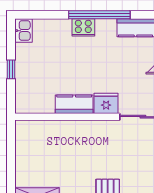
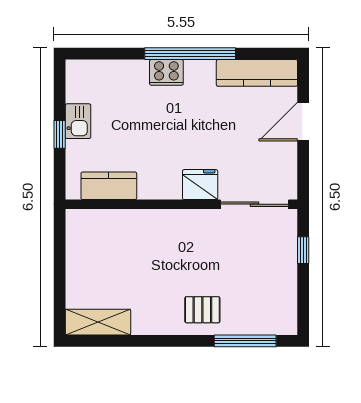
kitchen sink: (23, 31) -> (78, 121), moved
kitchen counter: (74, 104) -> (109, 186), moved

